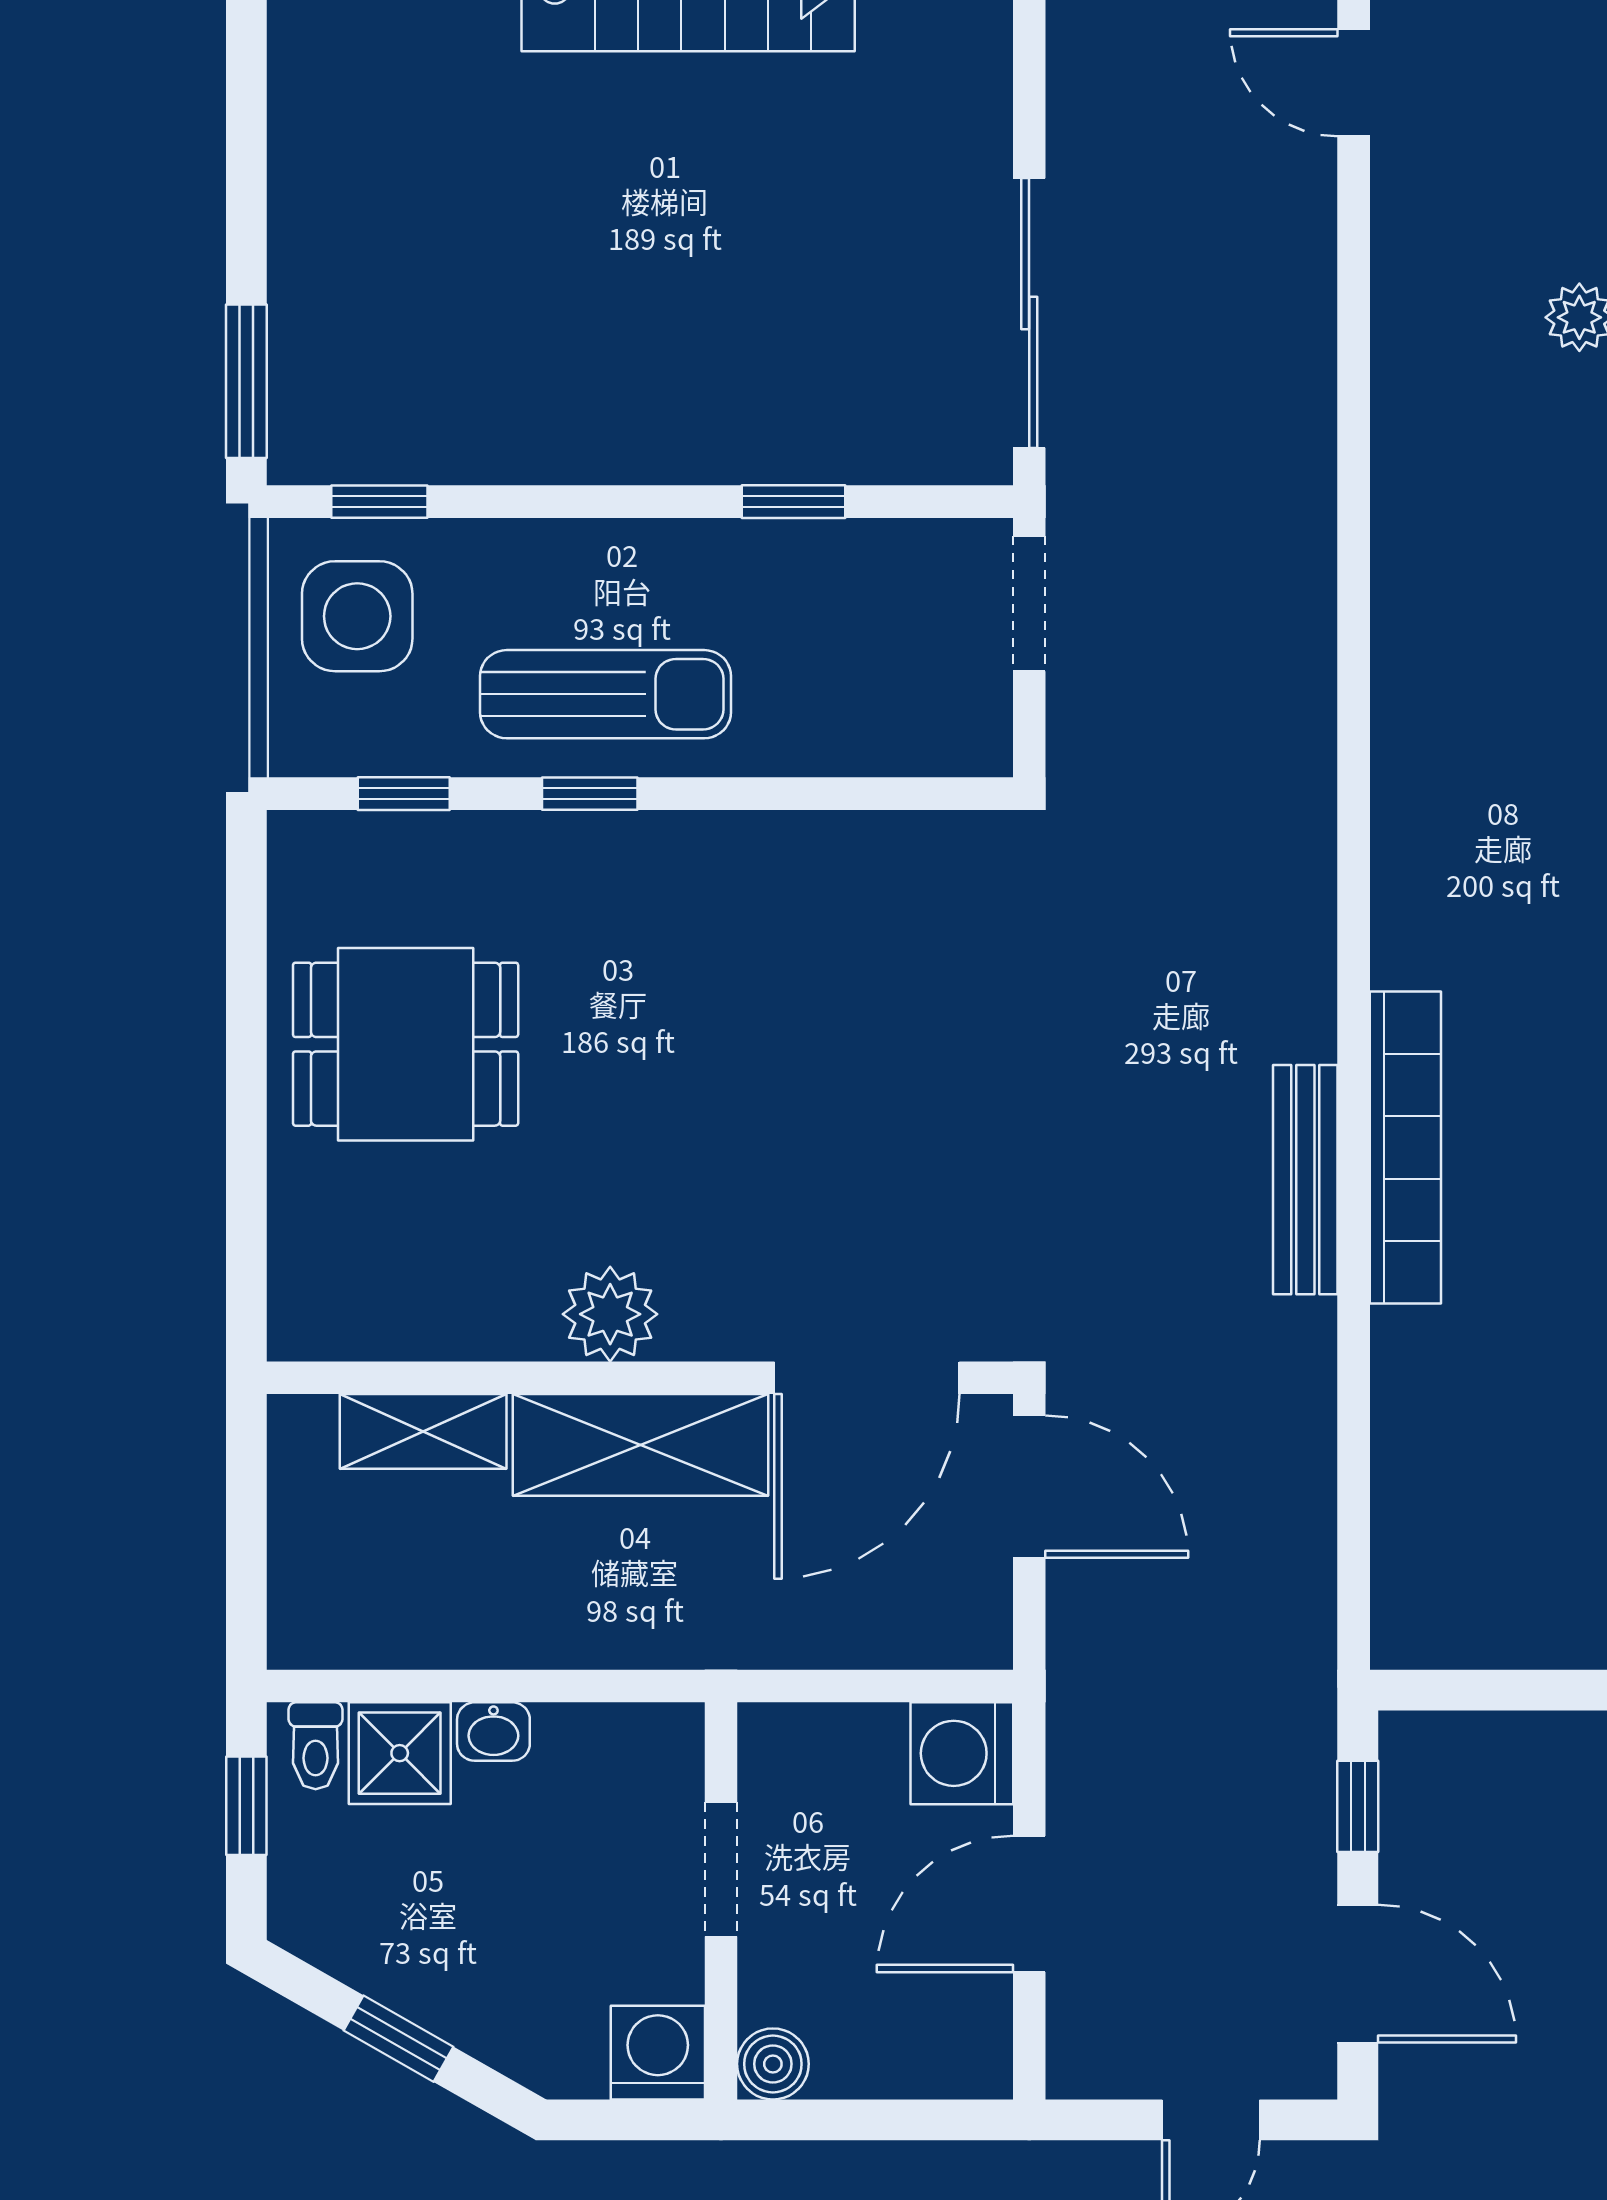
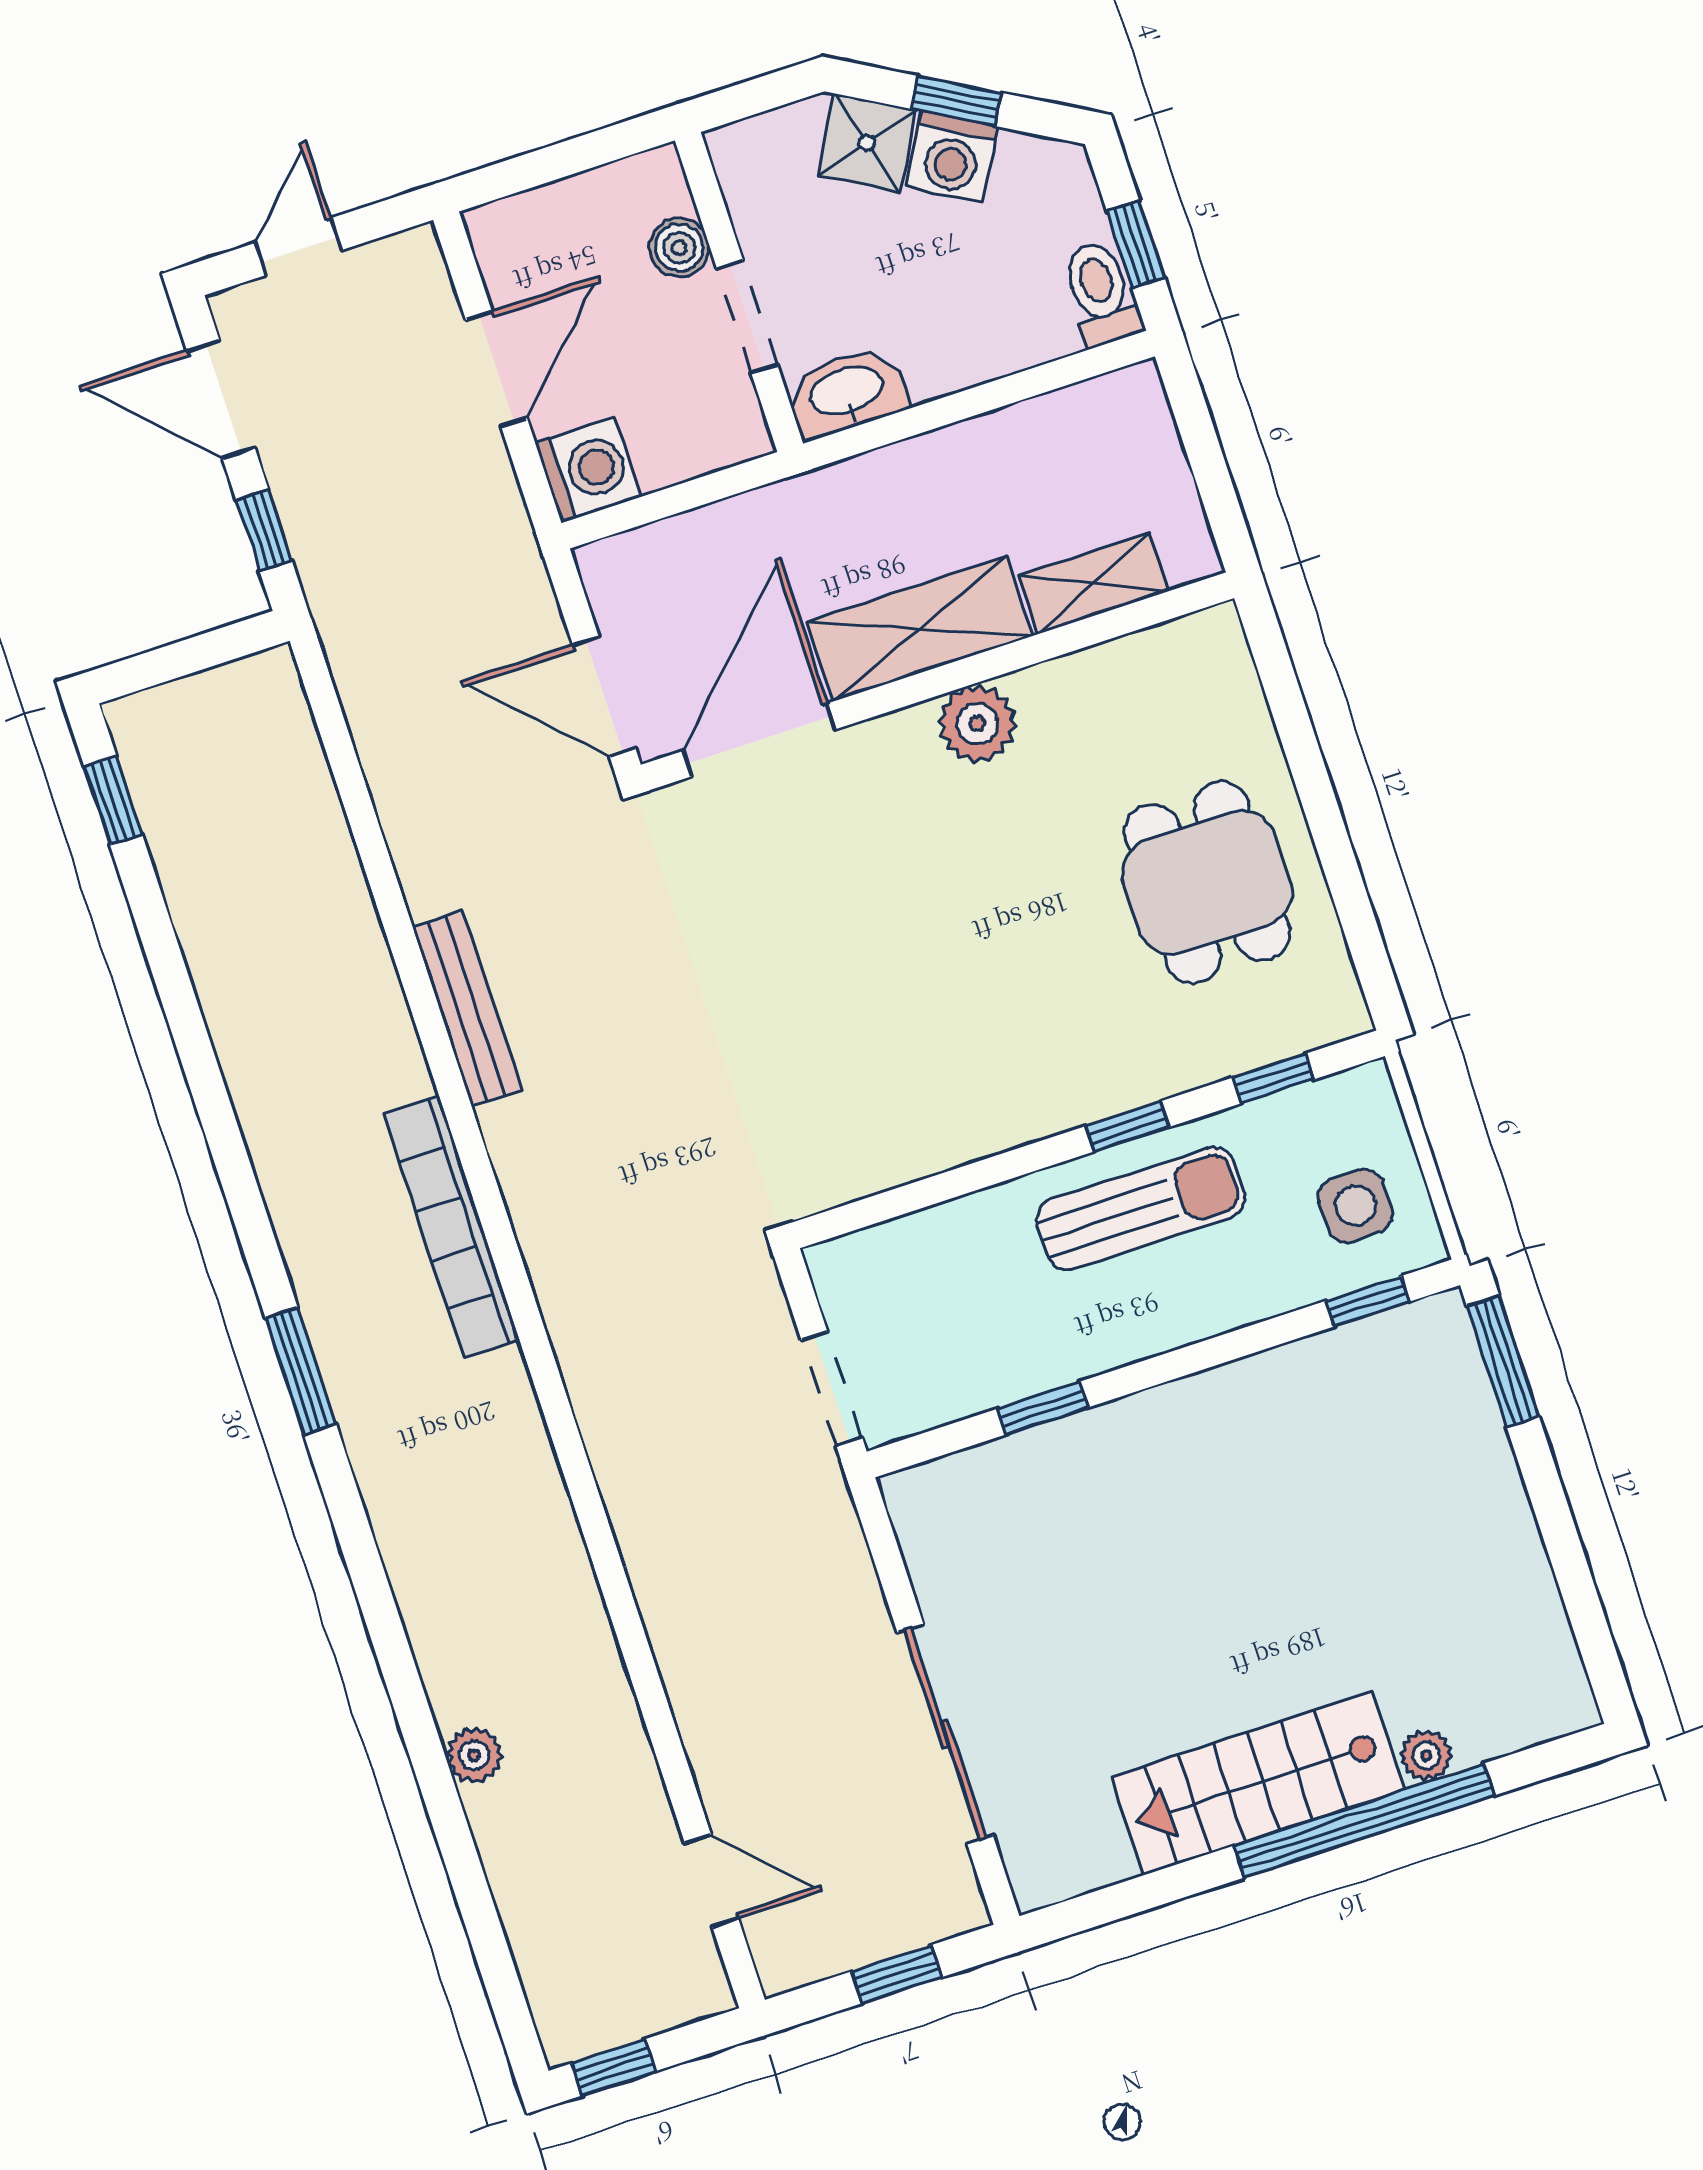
sliding door: (1029, 313) -> (945, 1734), moved
side table: (357, 616) -> (1356, 1206), width x0.73, depth x0.73
sun lounger: (605, 694) -> (1141, 1209), turned 180
dining table: (406, 1044) -> (1207, 883), turned 90
bookcase: (1405, 1147) -> (452, 1227), moved
washbasin: (493, 1732) -> (847, 392), moved, width x1.91, depth x1.45
toilet: (316, 1746) -> (1100, 293), width x1.37, depth x1.39
shower: (400, 1753) -> (867, 143), moved, turned 30
washing machine: (658, 2053) -> (952, 157), moved, turned 30
boiler: (773, 2064) -> (679, 248), moved

